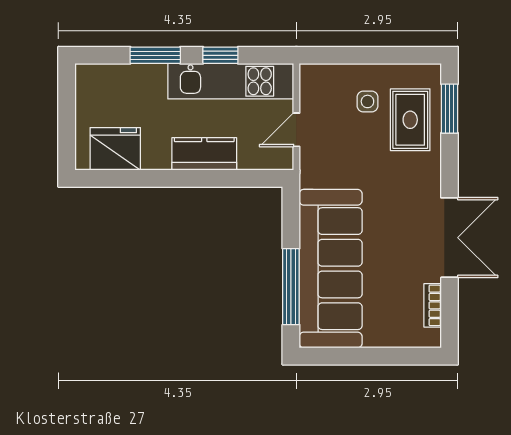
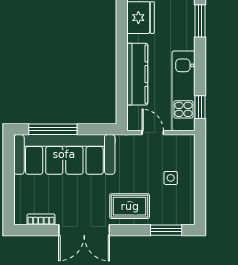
window: (155, 55) -> (200, 21), moved
window: (220, 55) -> (200, 107), moved
rug: (410, 120) -> (130, 206), moved
kitchen counter: (204, 154) -> (137, 74), width x1.50

